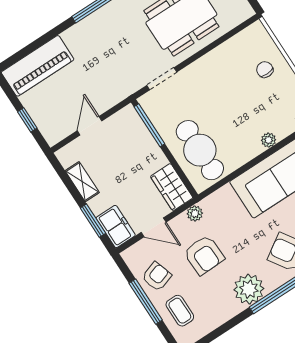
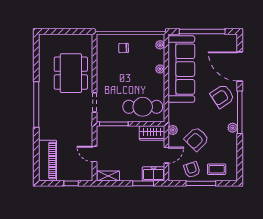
shelving: (82, 182) -> (108, 176), moved
armchair: (204, 255) -> (197, 139), turned 137
plant: (249, 289) -> (233, 128), width x0.53, depth x0.53

